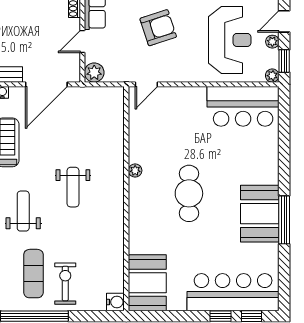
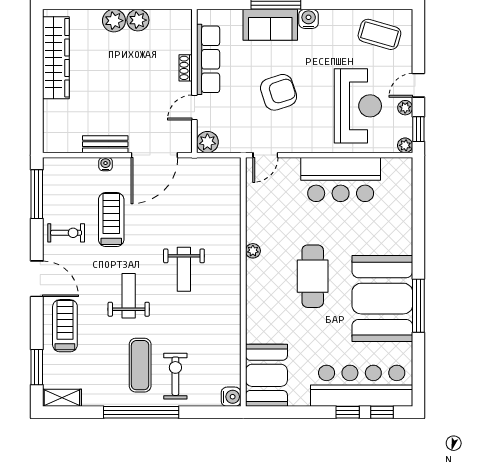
bar counter: (243, 106) -> (341, 180), moved
booth: (260, 214) -> (382, 299), width x1.36, depth x1.42

